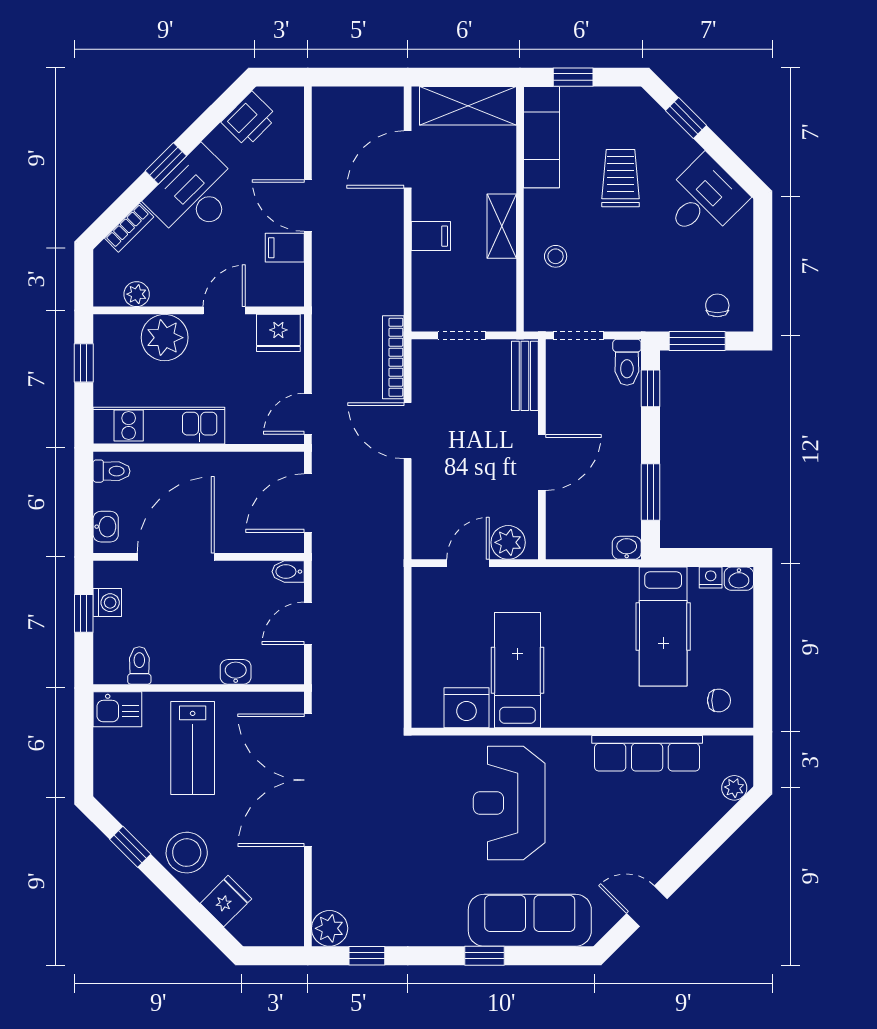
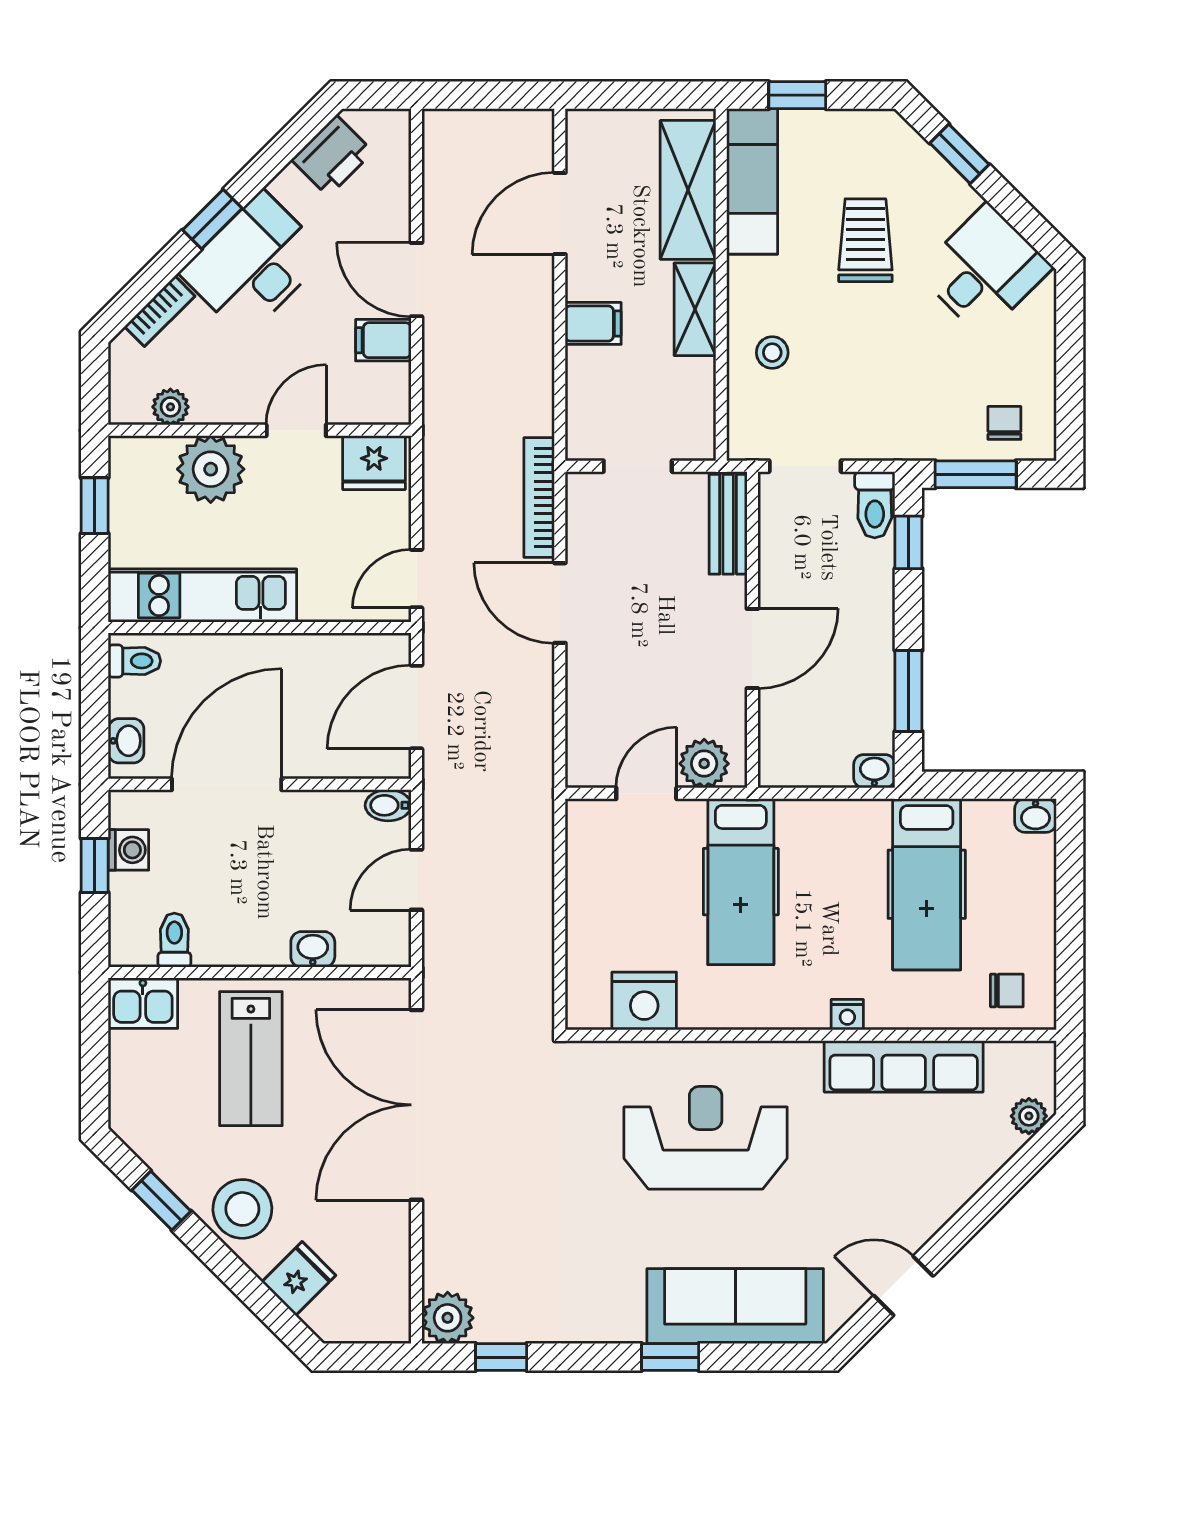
shelving: (468, 106) -> (688, 190), moved, turned 90
nightstand: (711, 578) -> (847, 1015), moved, turned 180
hospital bed: (517, 670) -> (741, 882), moved, turned 180
reception desk: (509, 803) -> (706, 1138), turned 90

